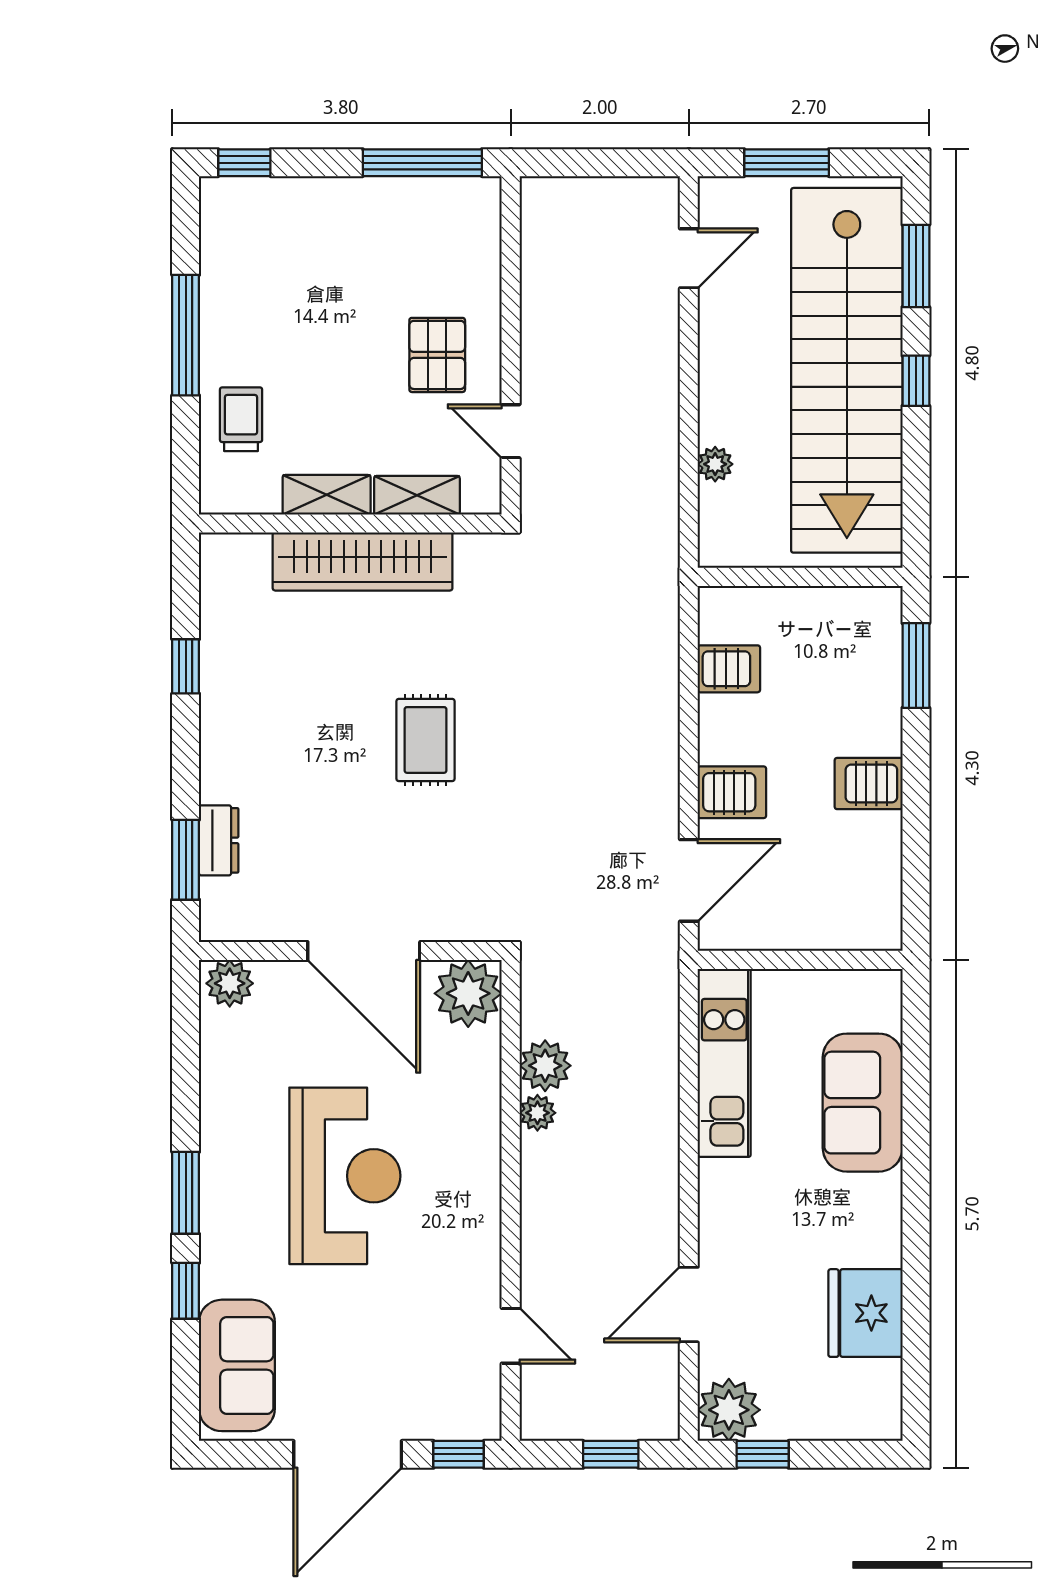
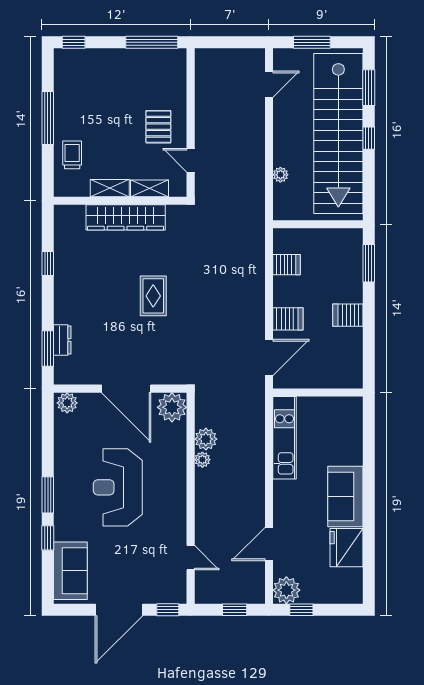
sofa: (863, 1103) -> (345, 497), moved
reception desk: (345, 1176) -> (118, 487), turned 180

